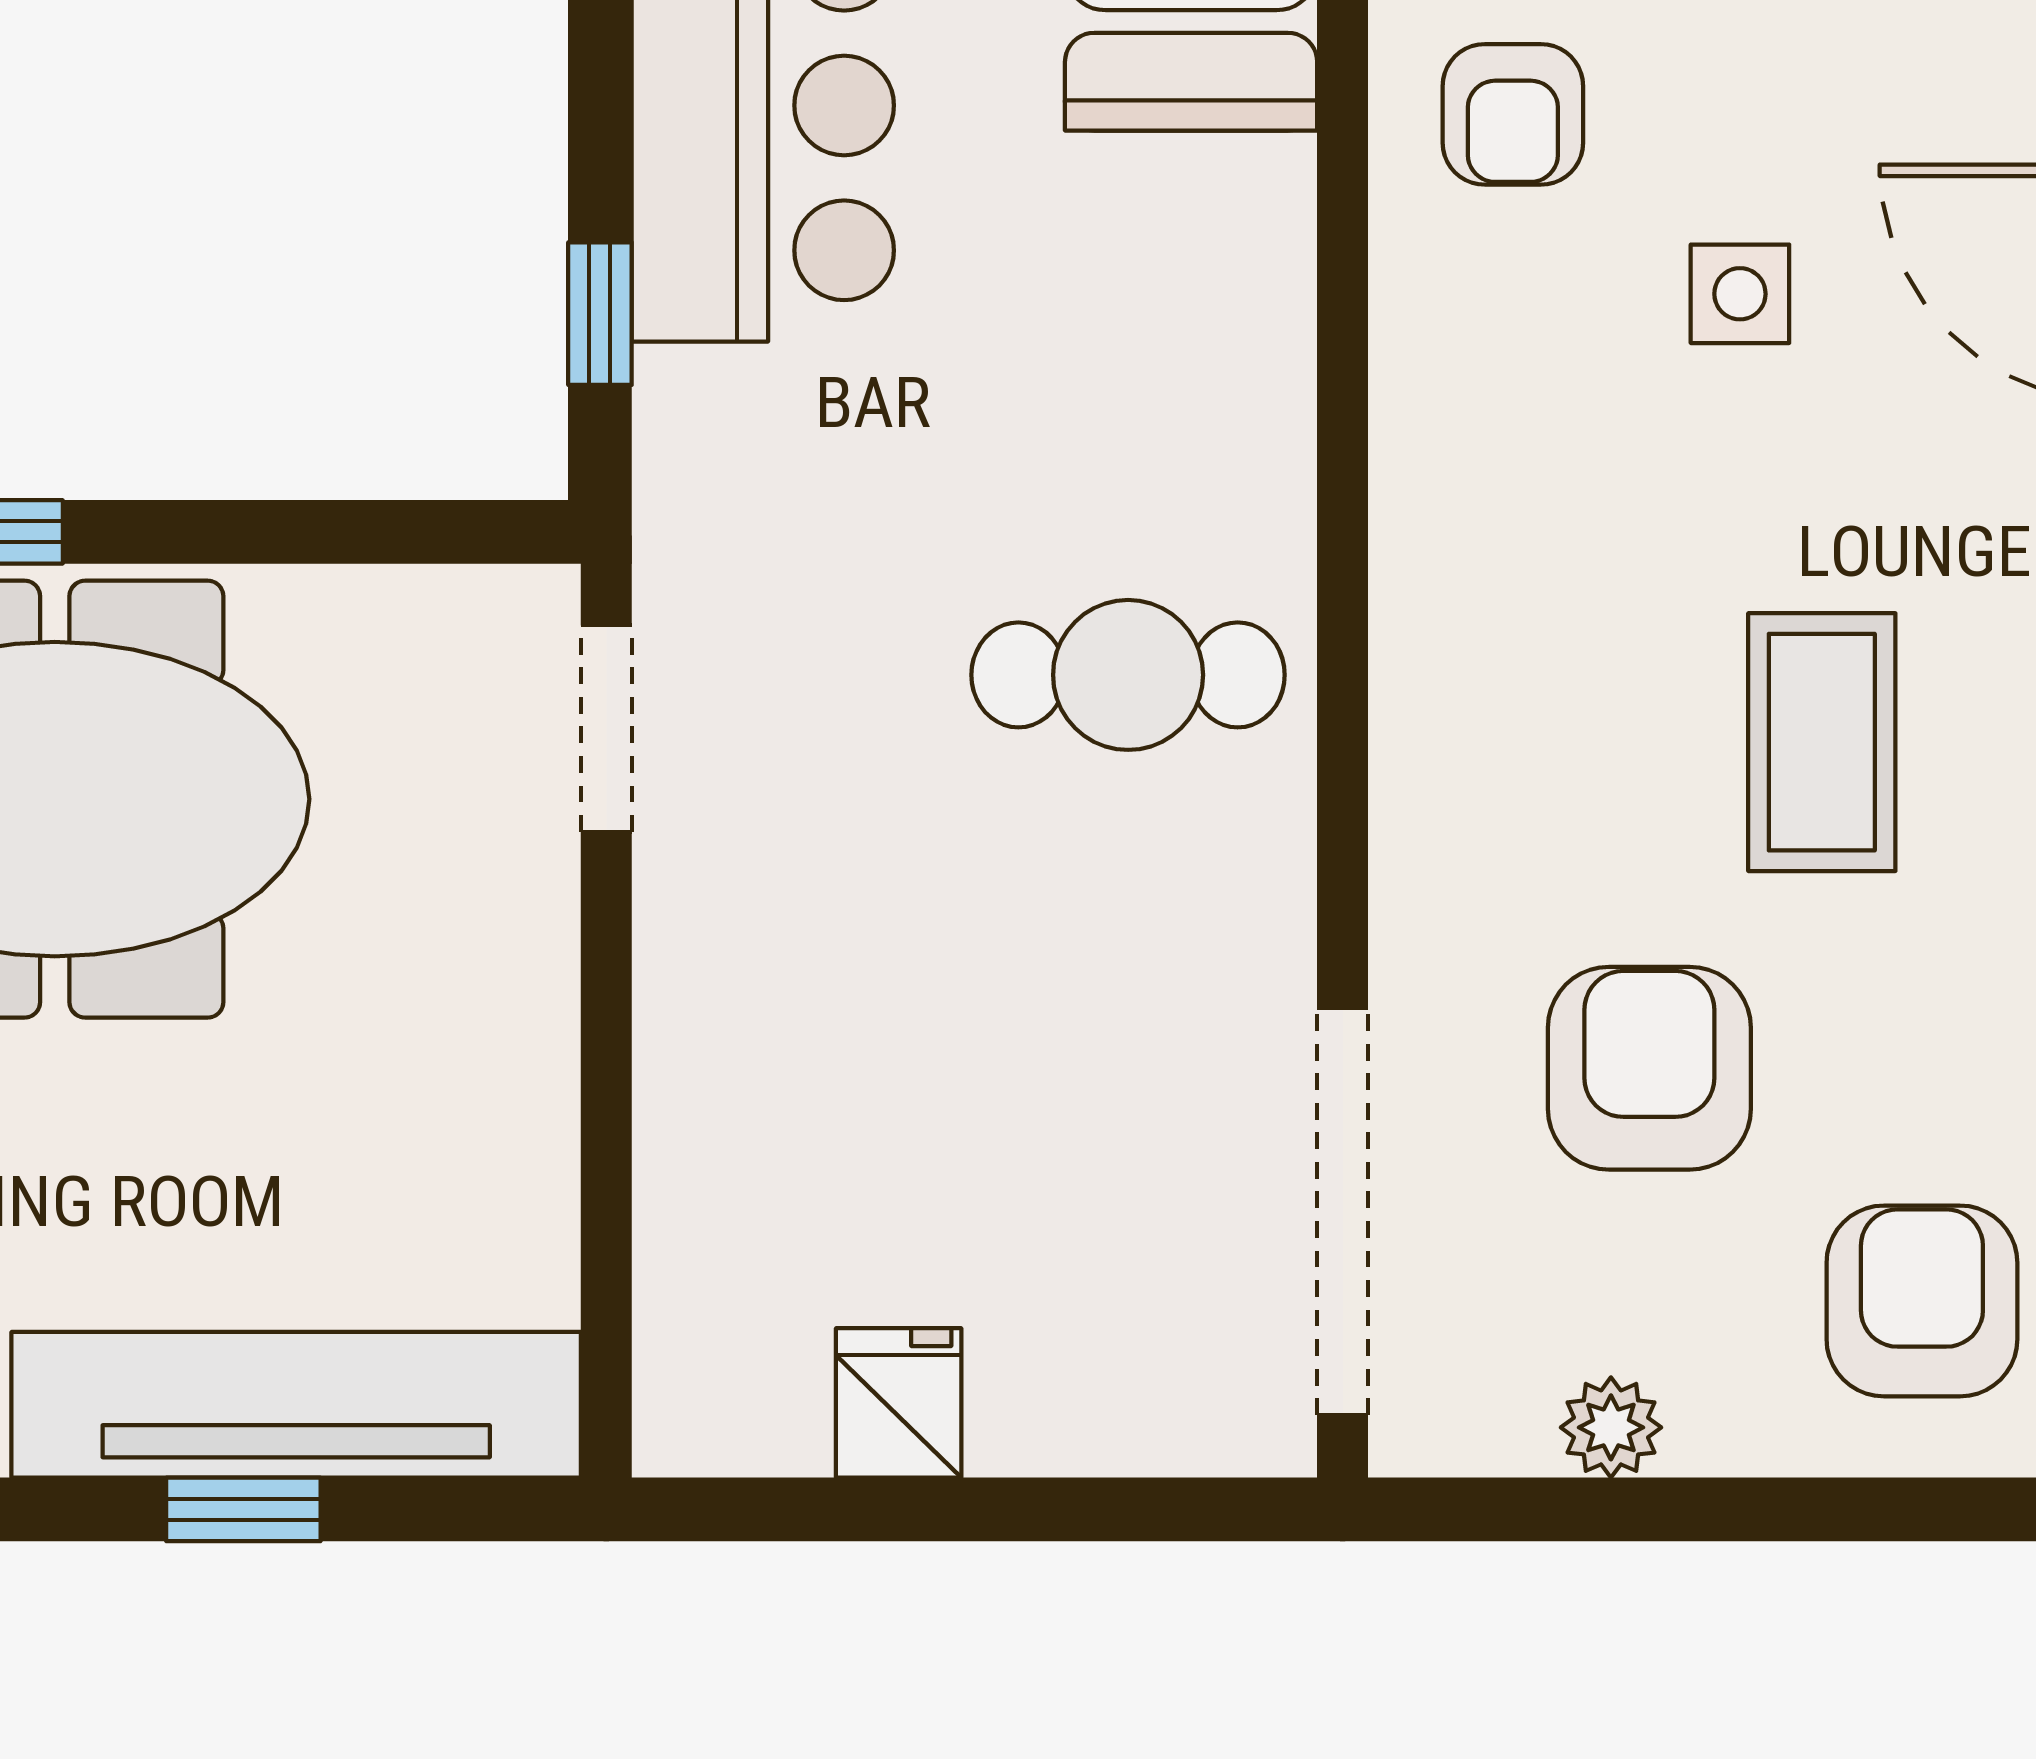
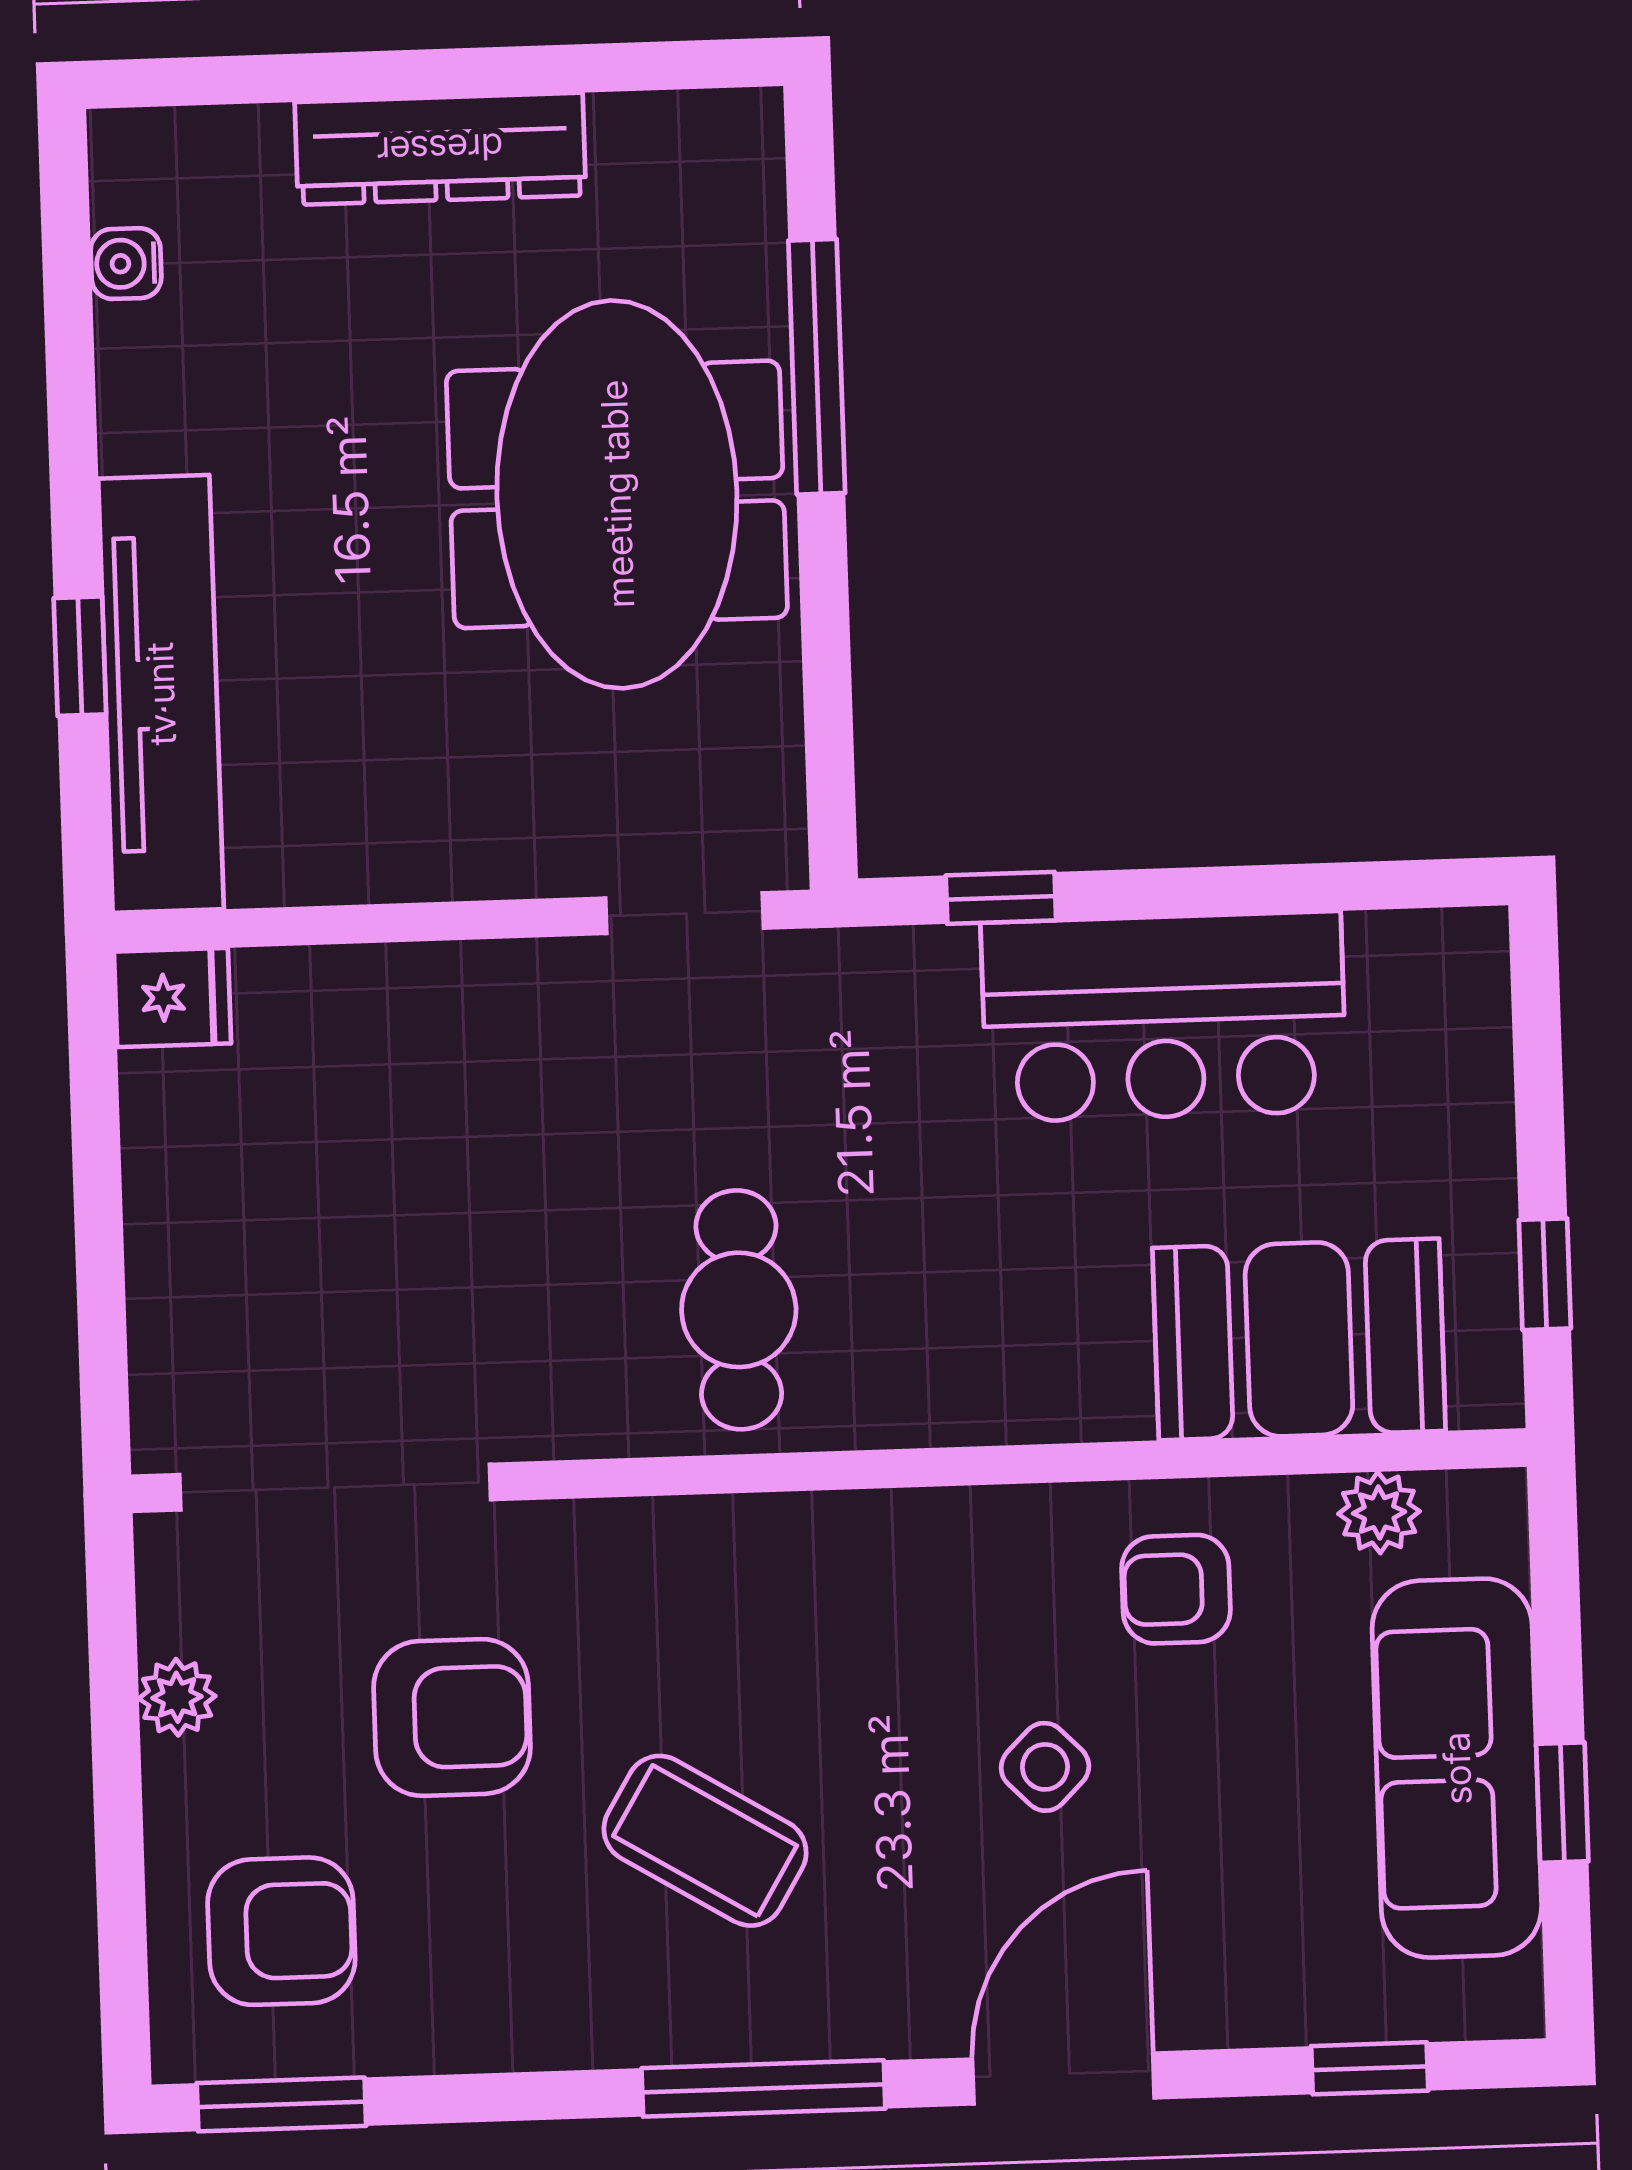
side table: (1740, 294) -> (1045, 1767), turned 45
coffee table: (1822, 742) -> (705, 1841), turned 31
fridge: (899, 1403) -> (173, 997), moved

